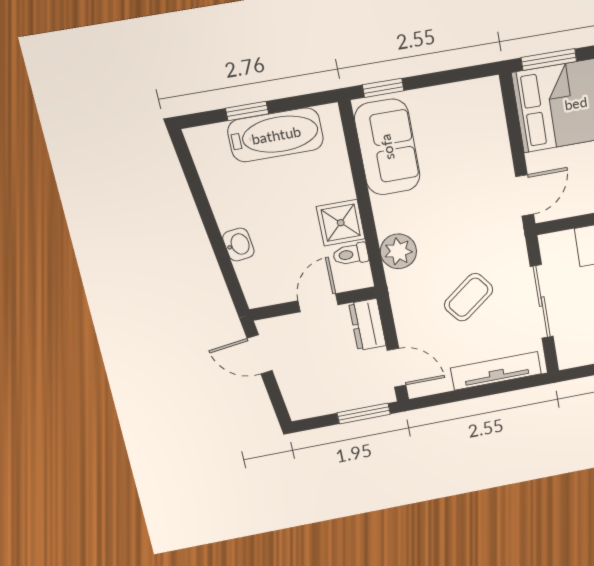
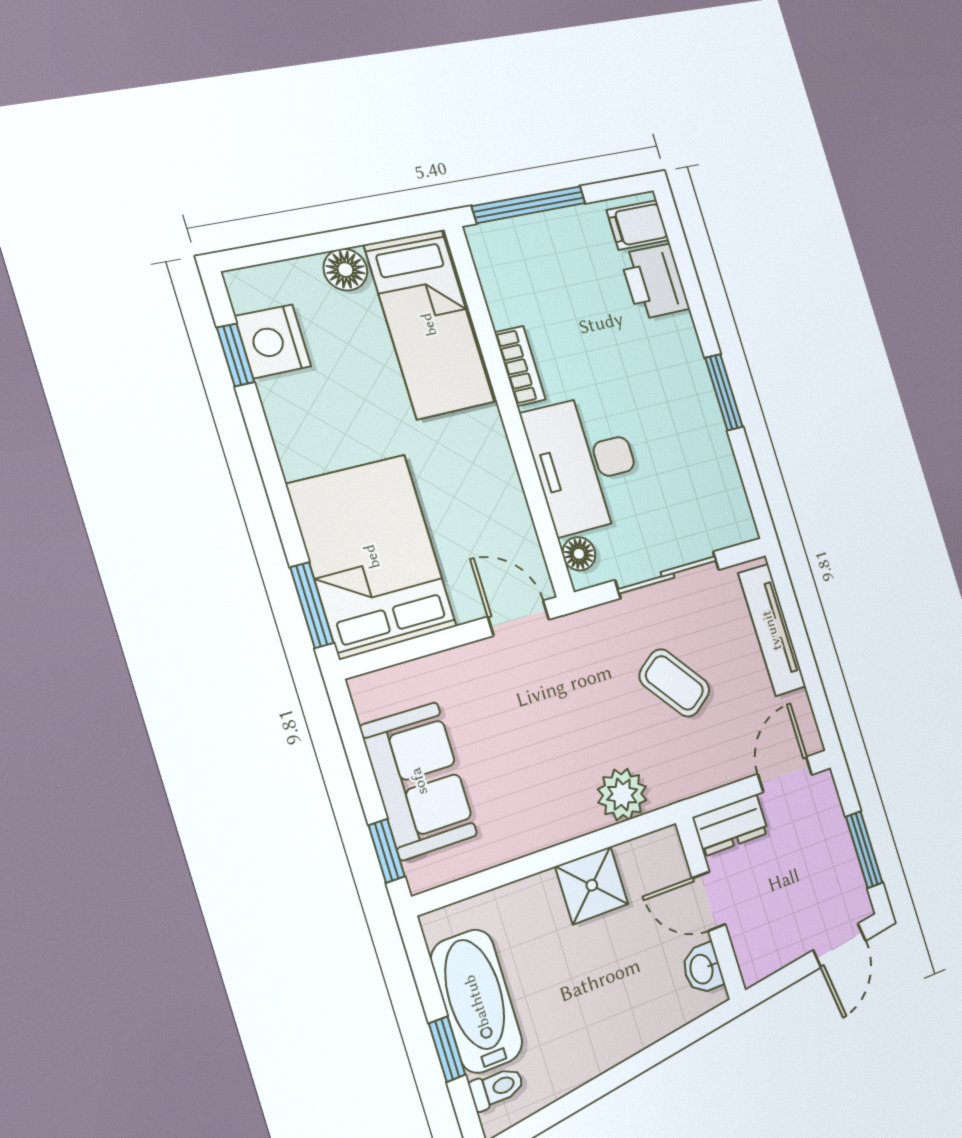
sofa: (387, 147) -> (419, 781), moved, turned 90
floor lamp: (563, 242) -> (579, 554), added
washbasin: (238, 245) -> (702, 969), moved, turned -82
toilet: (351, 254) -> (497, 1088), moved, turned -90
door: (260, 354) -> (840, 945), moved
window: (364, 414) -> (864, 850), moved

